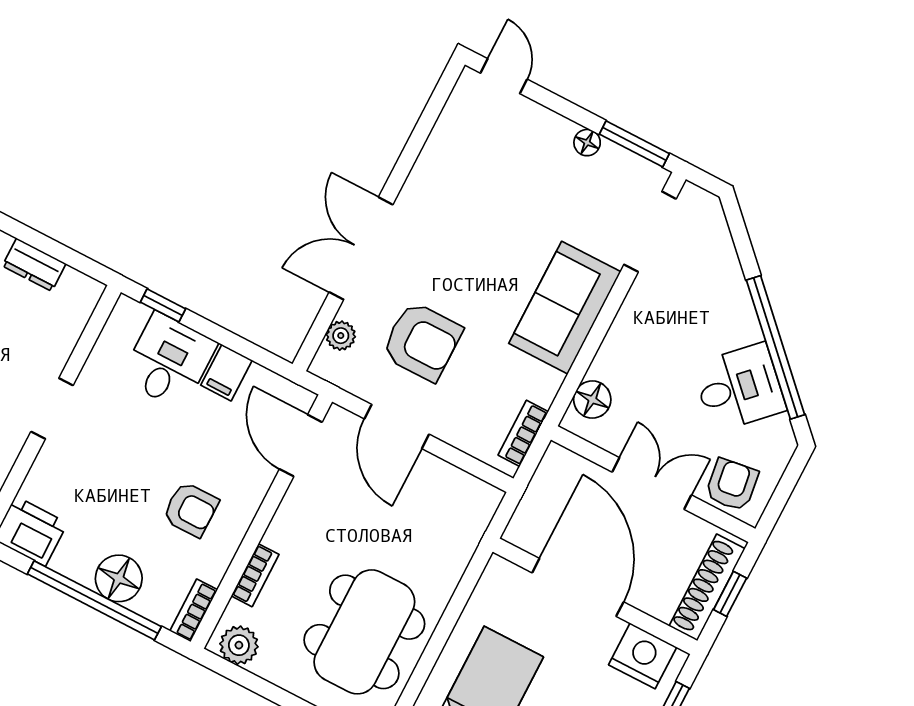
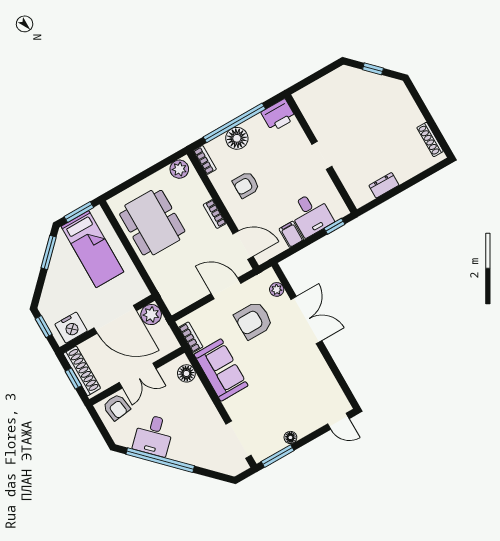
sofa: (565, 308) -> (221, 370), moved
plant: (528, 529) -> (151, 315), added
bookcase: (255, 575) -> (215, 214), moved

